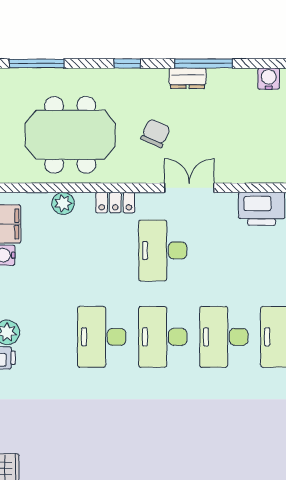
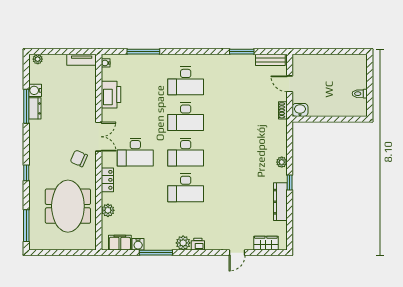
window: (204, 63) -> (26, 106), moved
dresser: (188, 78) -> (35, 108), moved
chair: (155, 133) -> (79, 158), moved
double door: (189, 188) -> (99, 137), swing flipped

